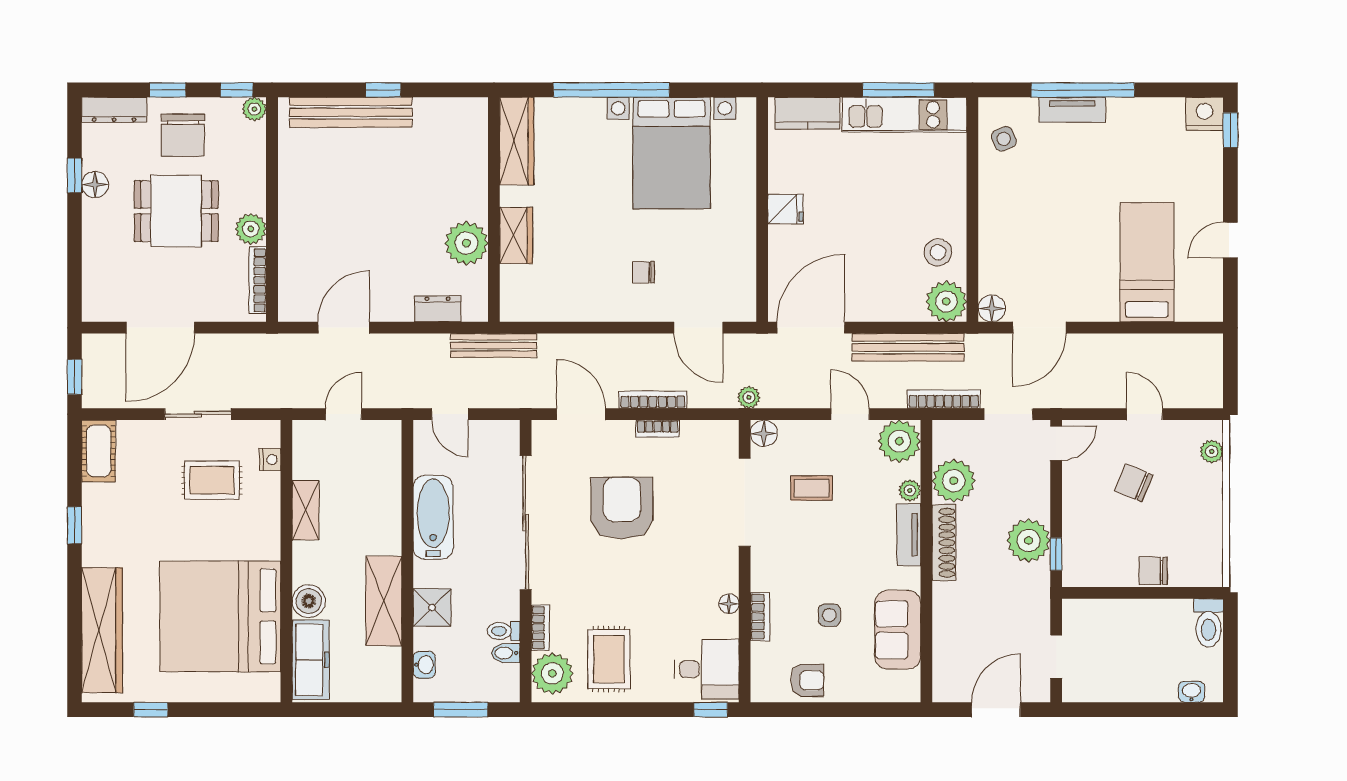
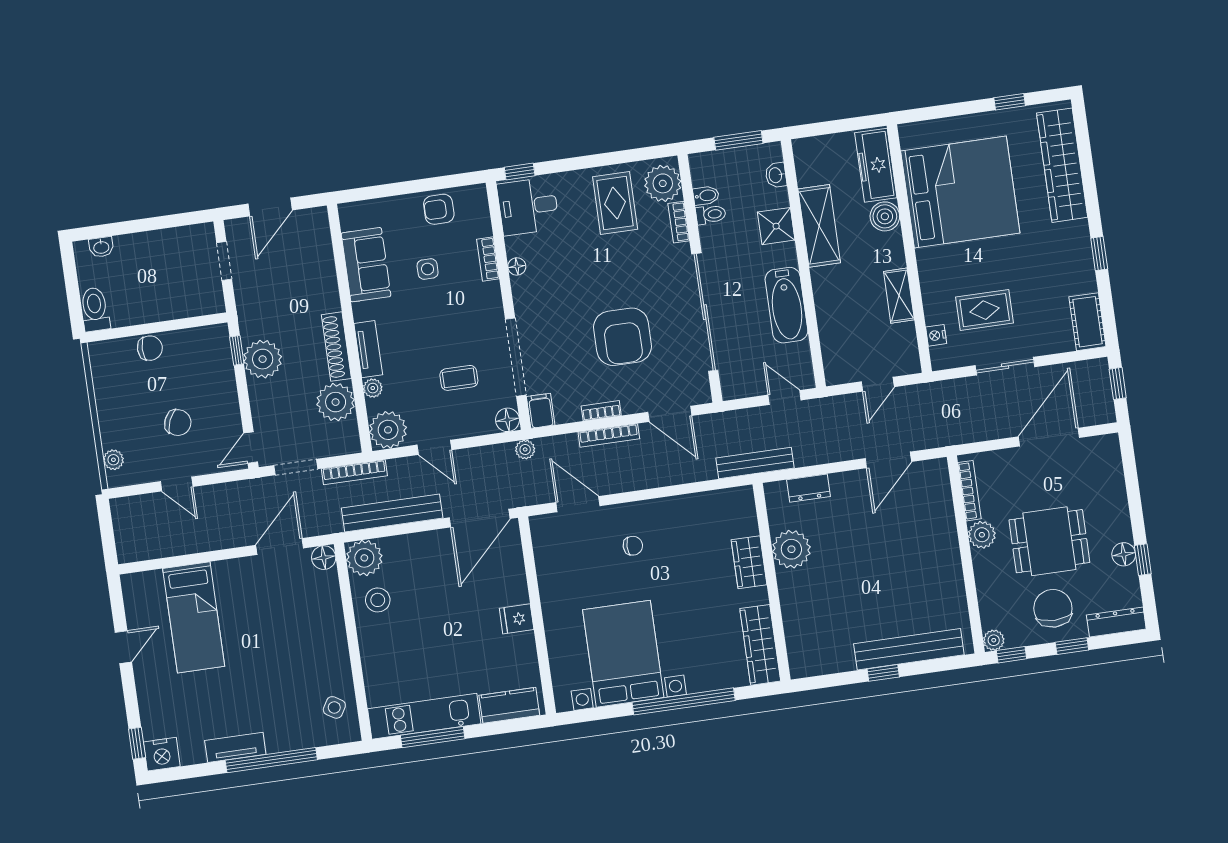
tv unit: (1072, 110) -> (235, 747), moved
side table: (1004, 139) -> (334, 707), turned -36
filing cabinet: (725, 438) -> (541, 411), added

